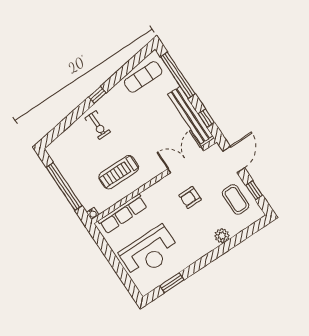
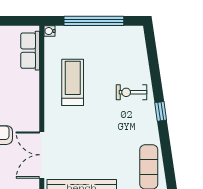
double door: (186, 160) -> (42, 155), swing flipped
row of seats: (123, 214) -> (30, 51), width x0.68

